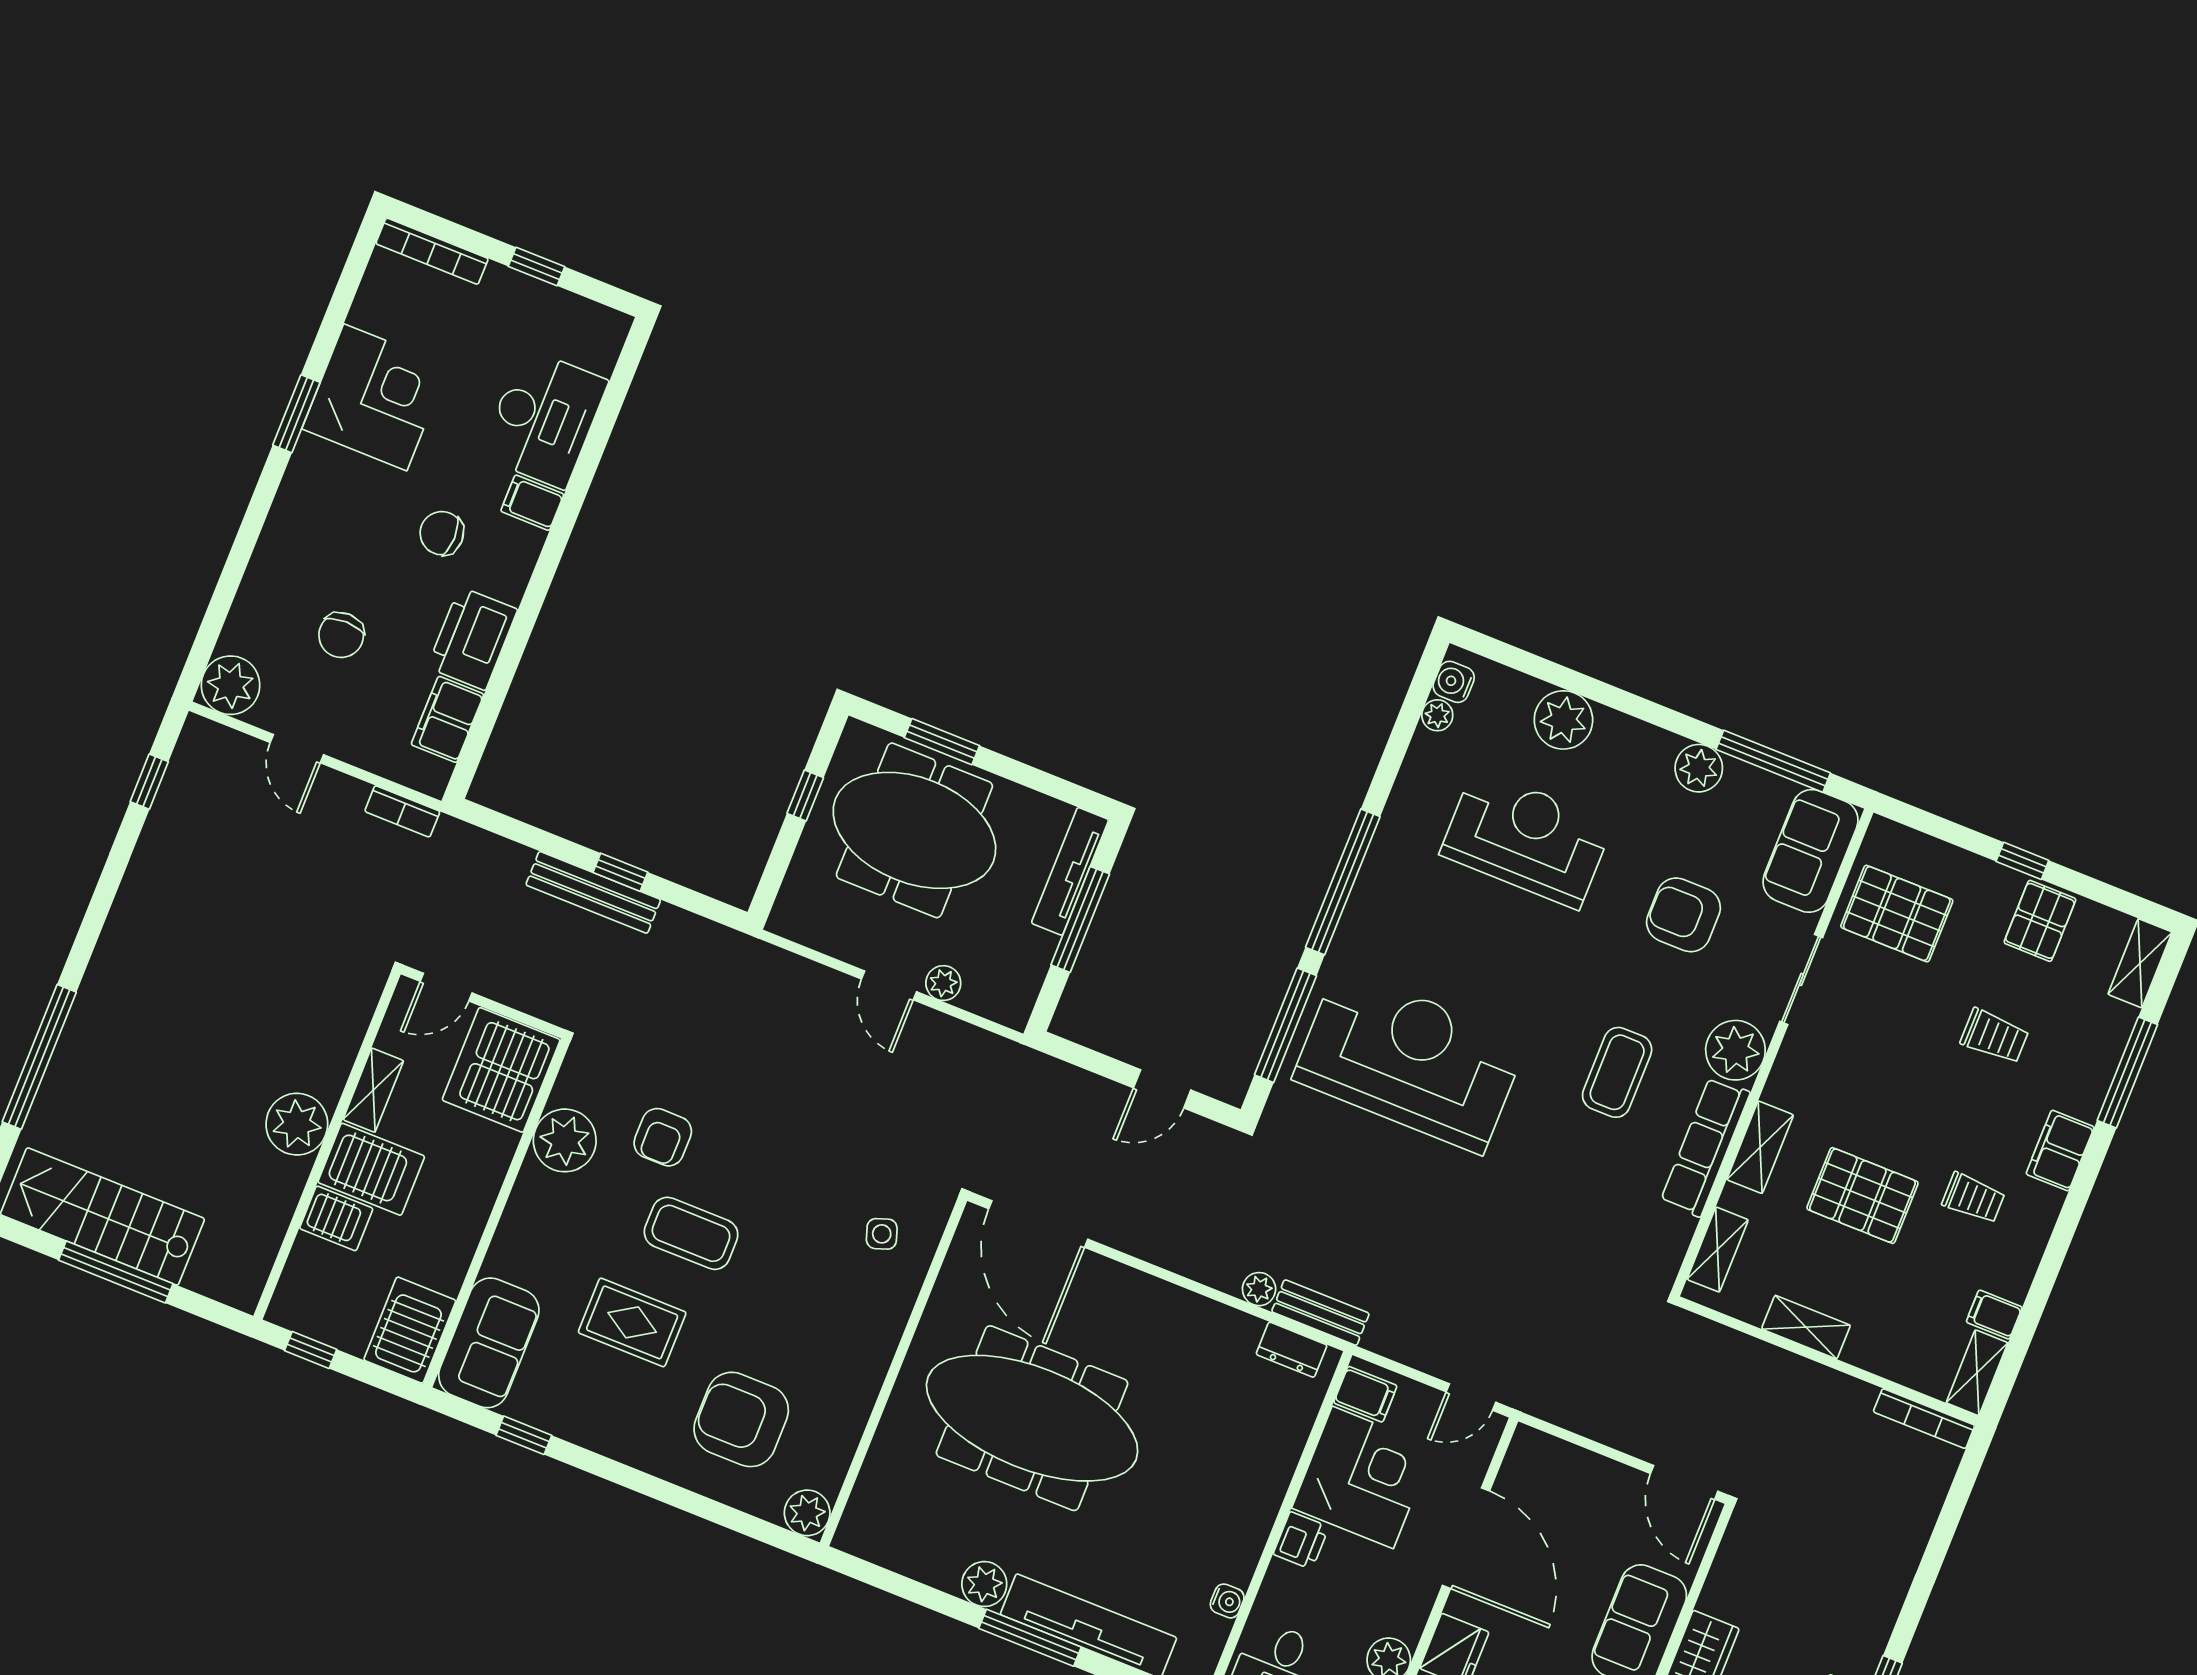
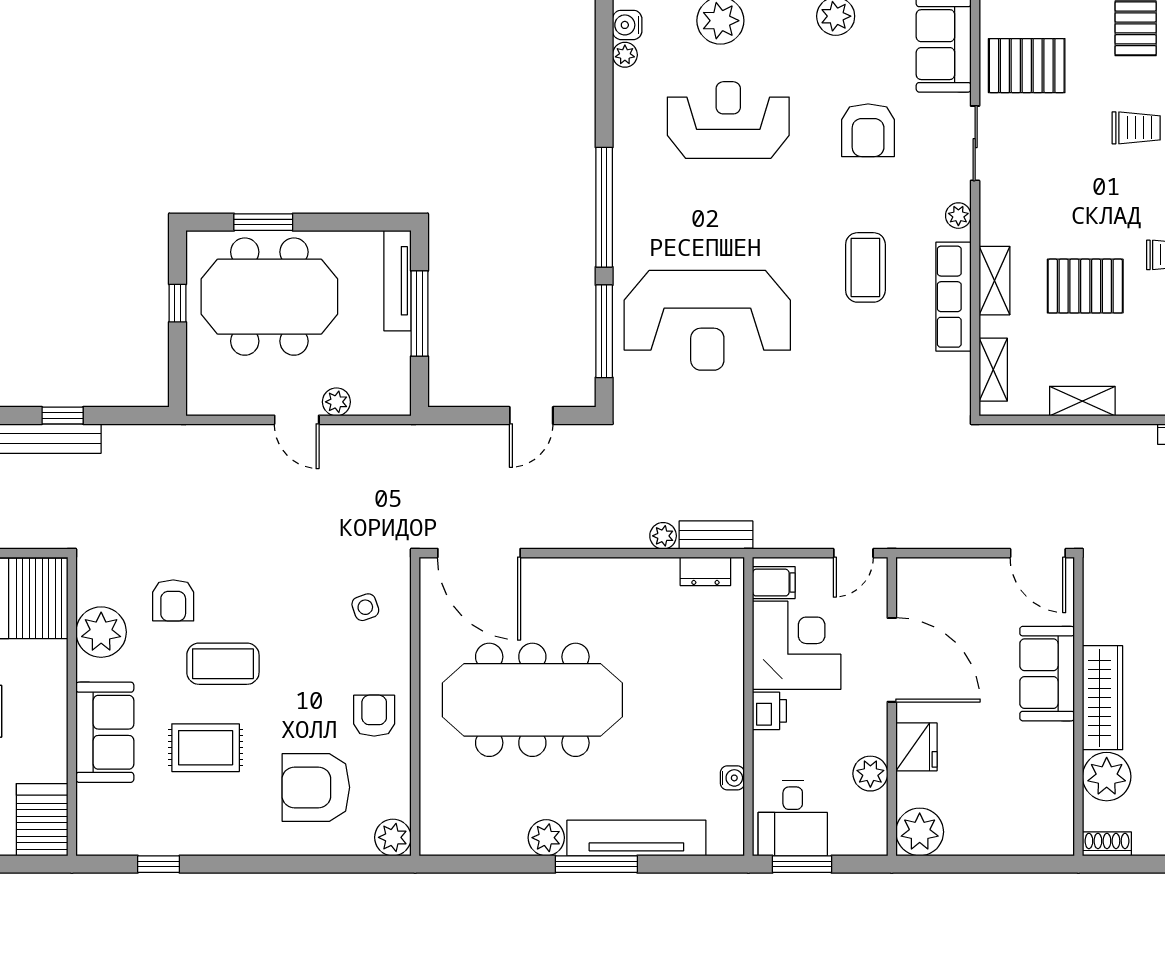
armchair: (1683, 915) -> (868, 130), turned -90
plant: (1735, 1050) -> (958, 216), width x0.53, depth x0.53
reception desk: (1410, 1060) -> (707, 320), turned 180
sofa: (489, 1343) -> (105, 732), moved
armchair: (842, 1363) -> (374, 716), added

